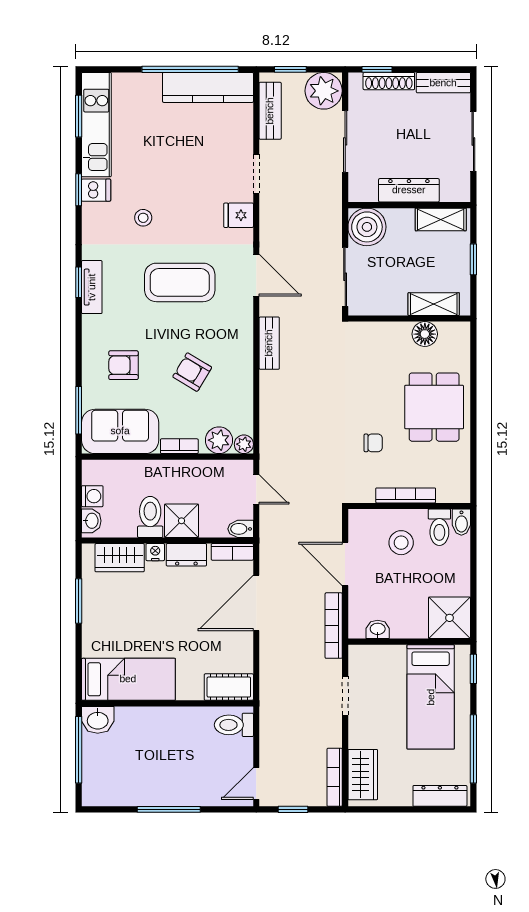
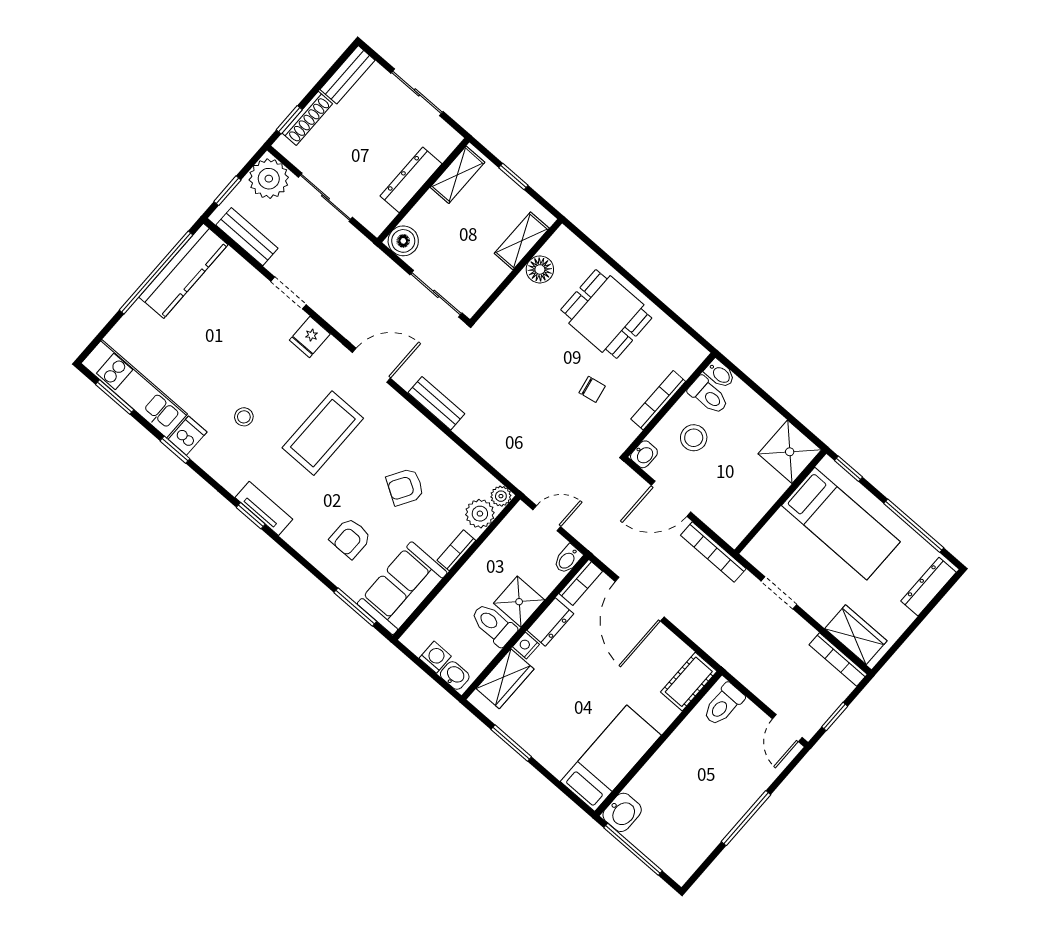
boiler: (367, 227) -> (403, 241), width x0.73, depth x0.73
chair: (373, 443) -> (592, 389), turned 79
washbasin: (378, 629) -> (644, 454), moved, turned 180

